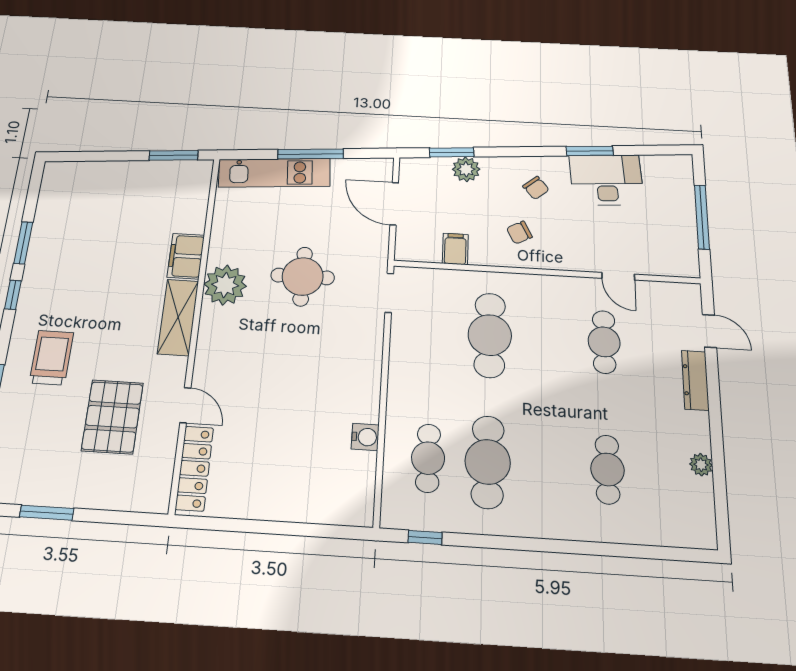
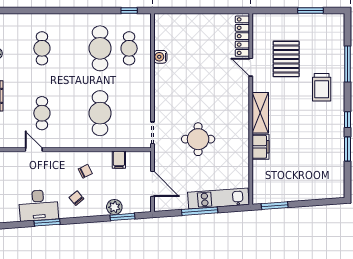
plant: (225, 285) -> (238, 132), removed

